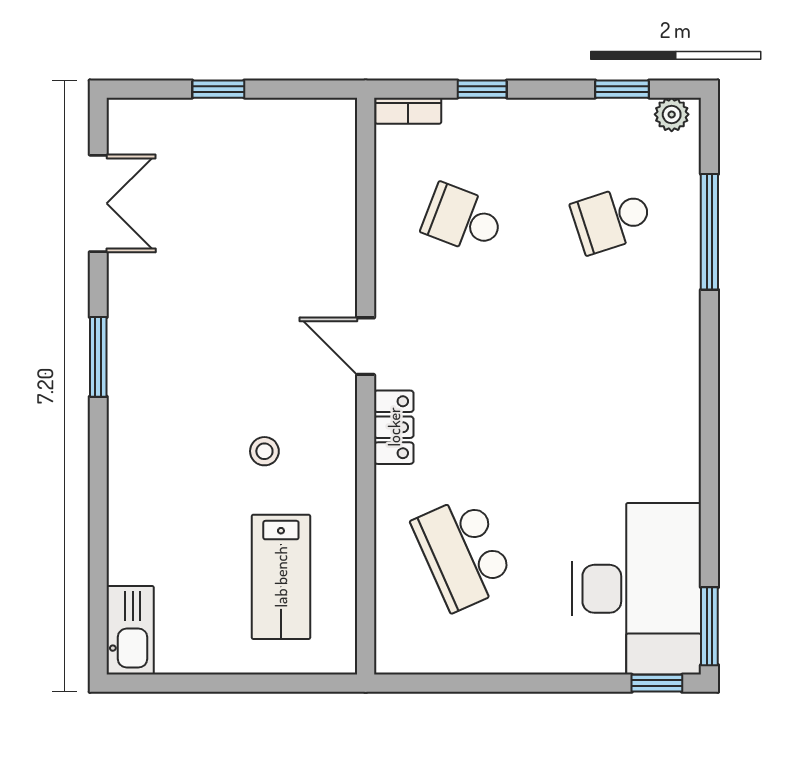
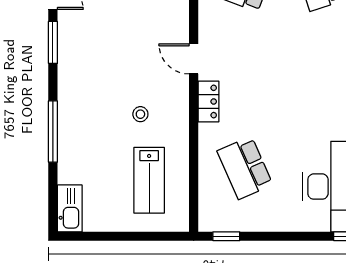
window: (98, 357) -> (53, 42), moved
window: (98, 484) -> (53, 132), added
window: (428, 683) -> (226, 236), added

